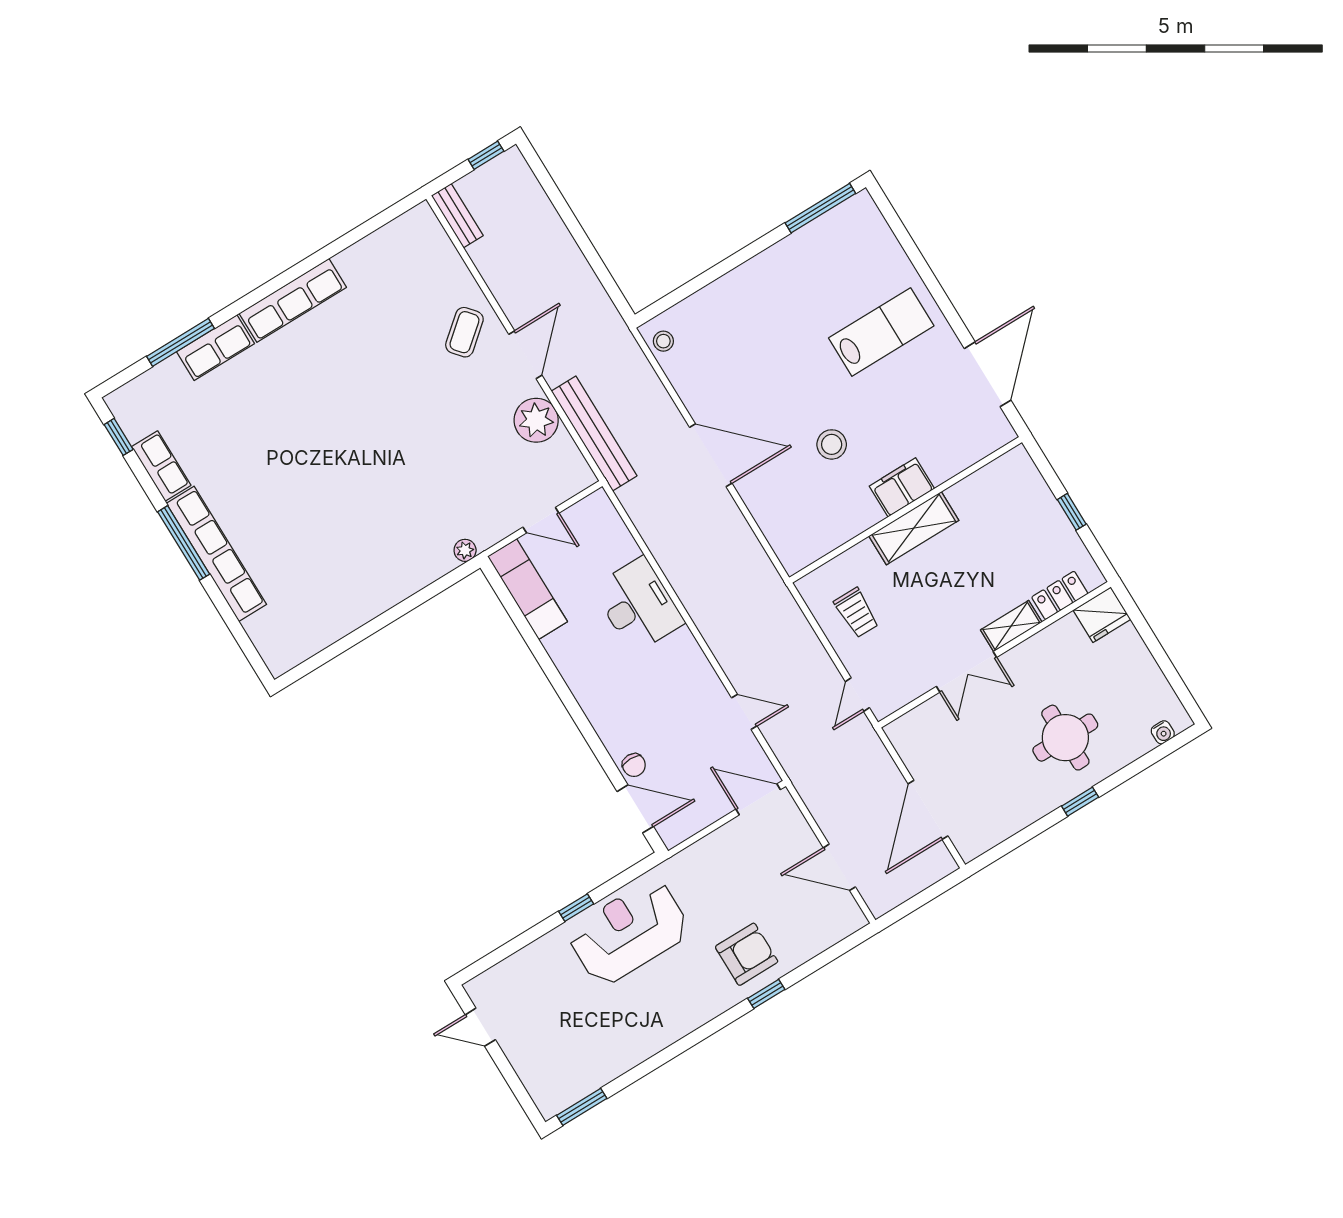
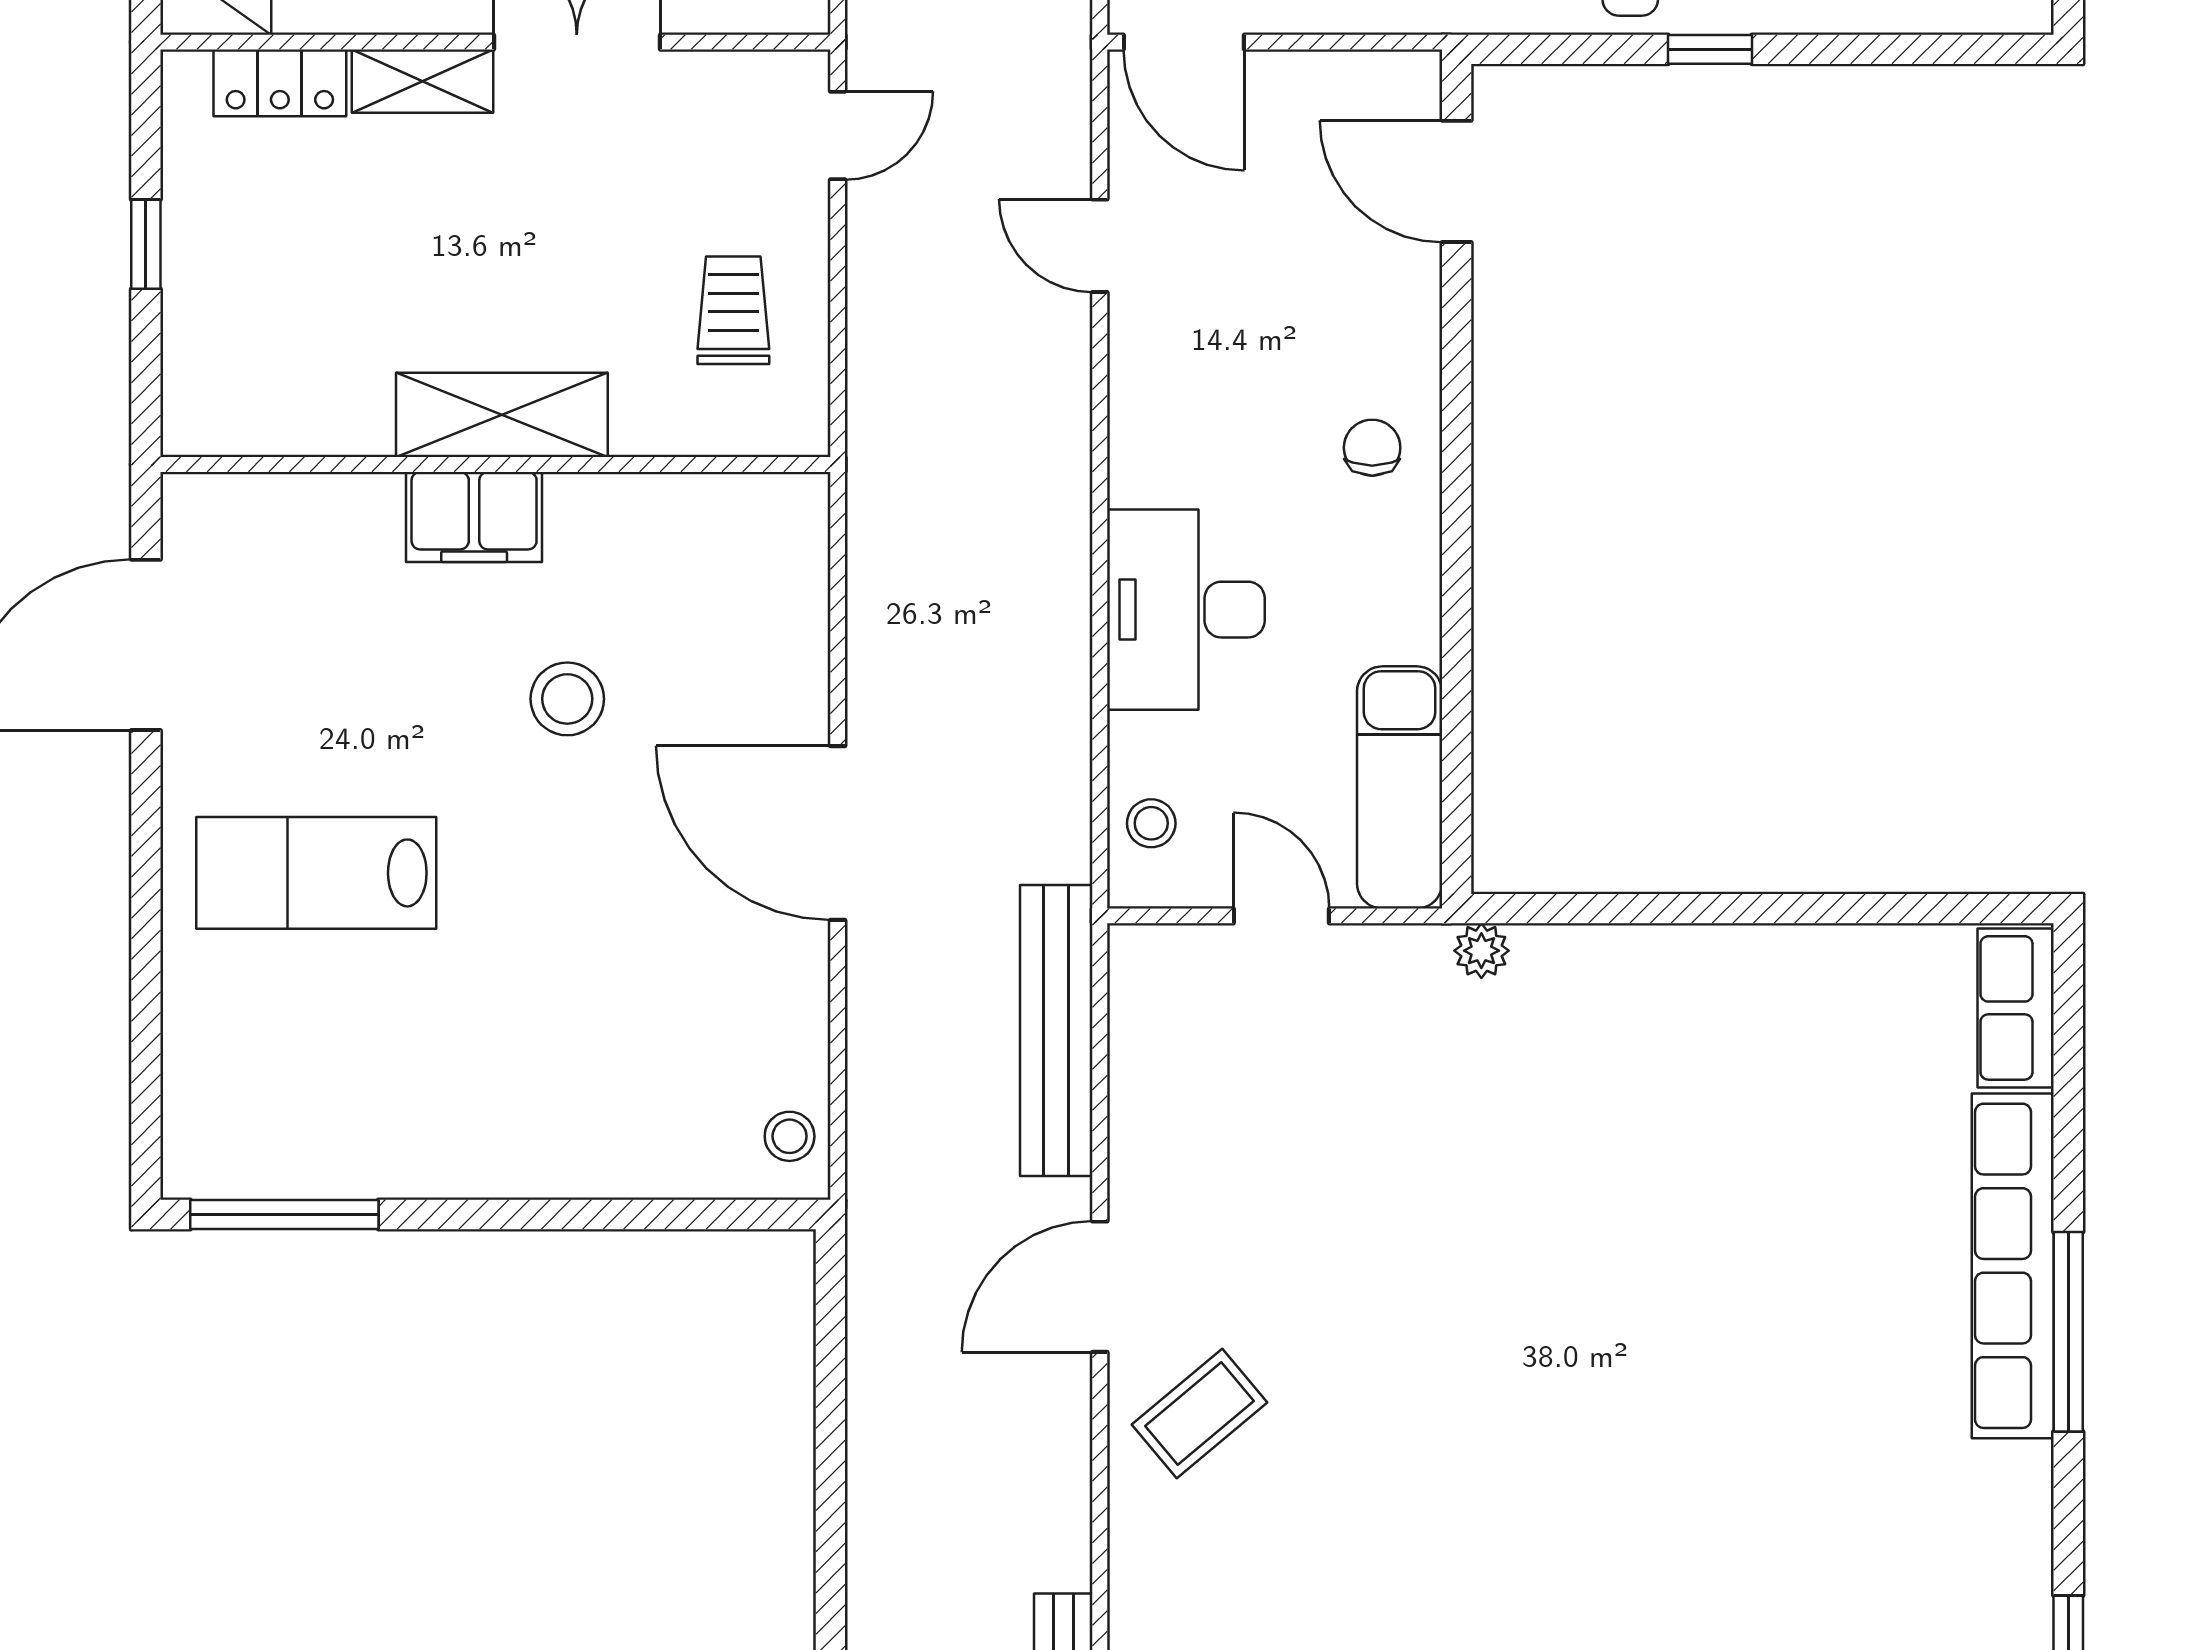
plant: (536, 420) -> (1162, 1134), removed
row of seats: (161, 466) -> (2016, 1008), moved
stool: (605, 525) -> (1151, 823), added
chair: (634, 765) -> (1372, 448), moved

